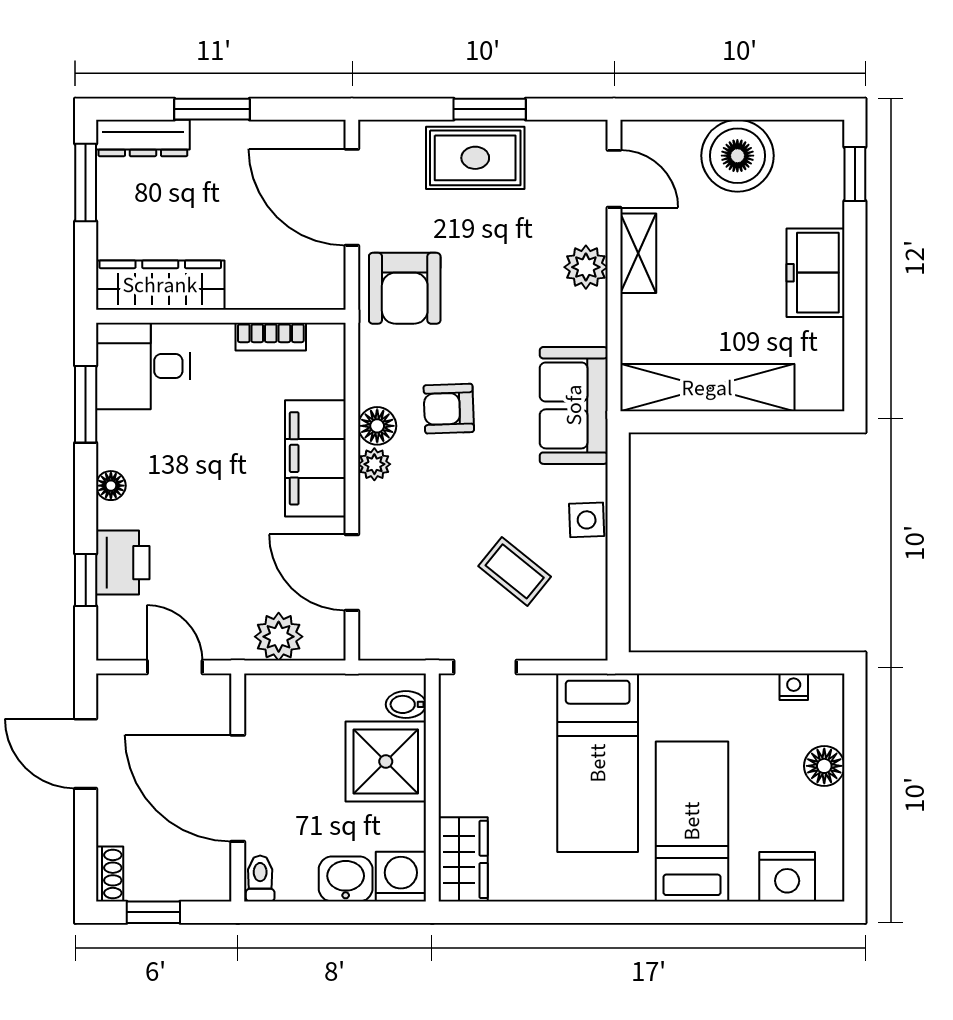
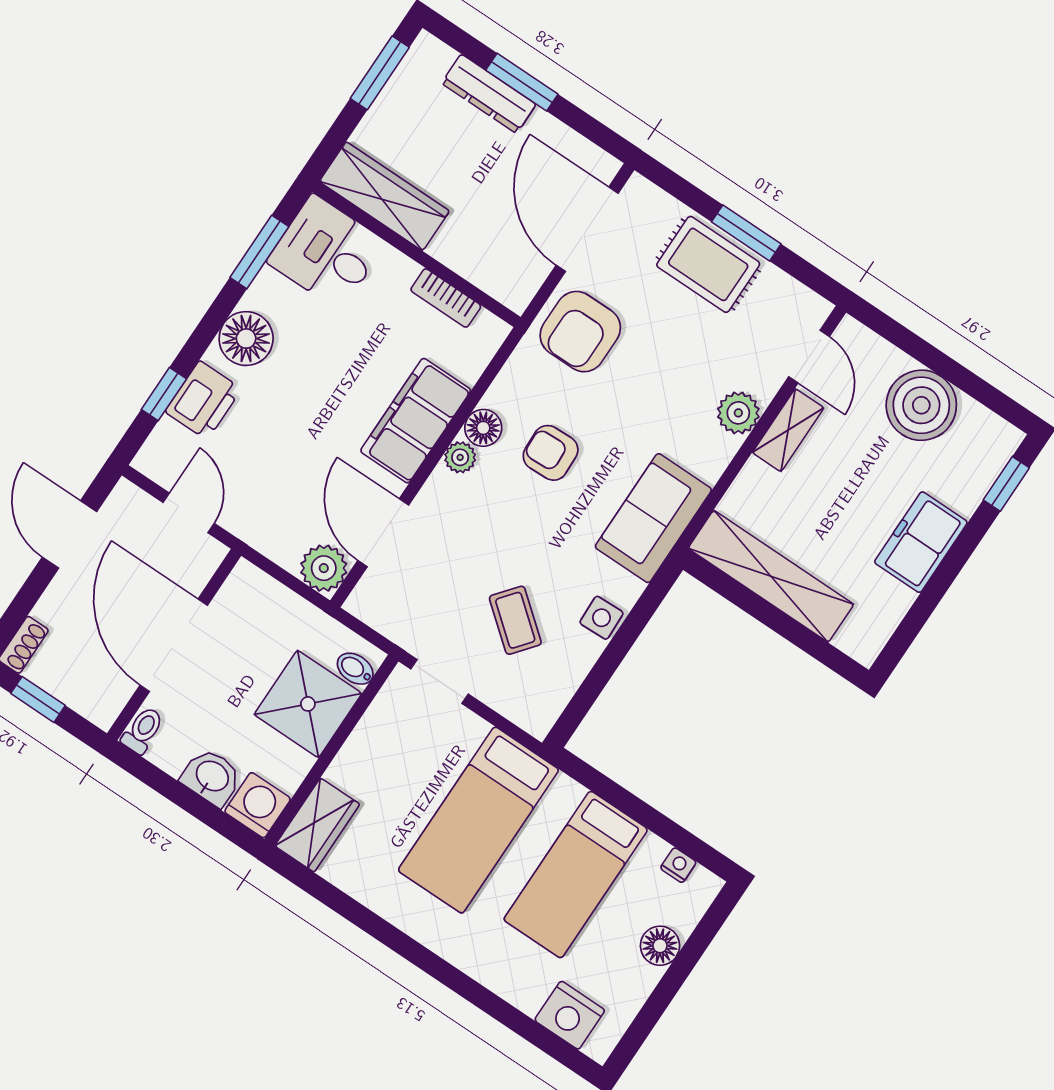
dresser: (143, 138) -> (489, 94), moved
floor lamp: (111, 486) -> (246, 339), width x1.89, depth x1.89
plant: (279, 637) -> (324, 568), moved
bed: (692, 821) -> (576, 875), moved, turned 180

